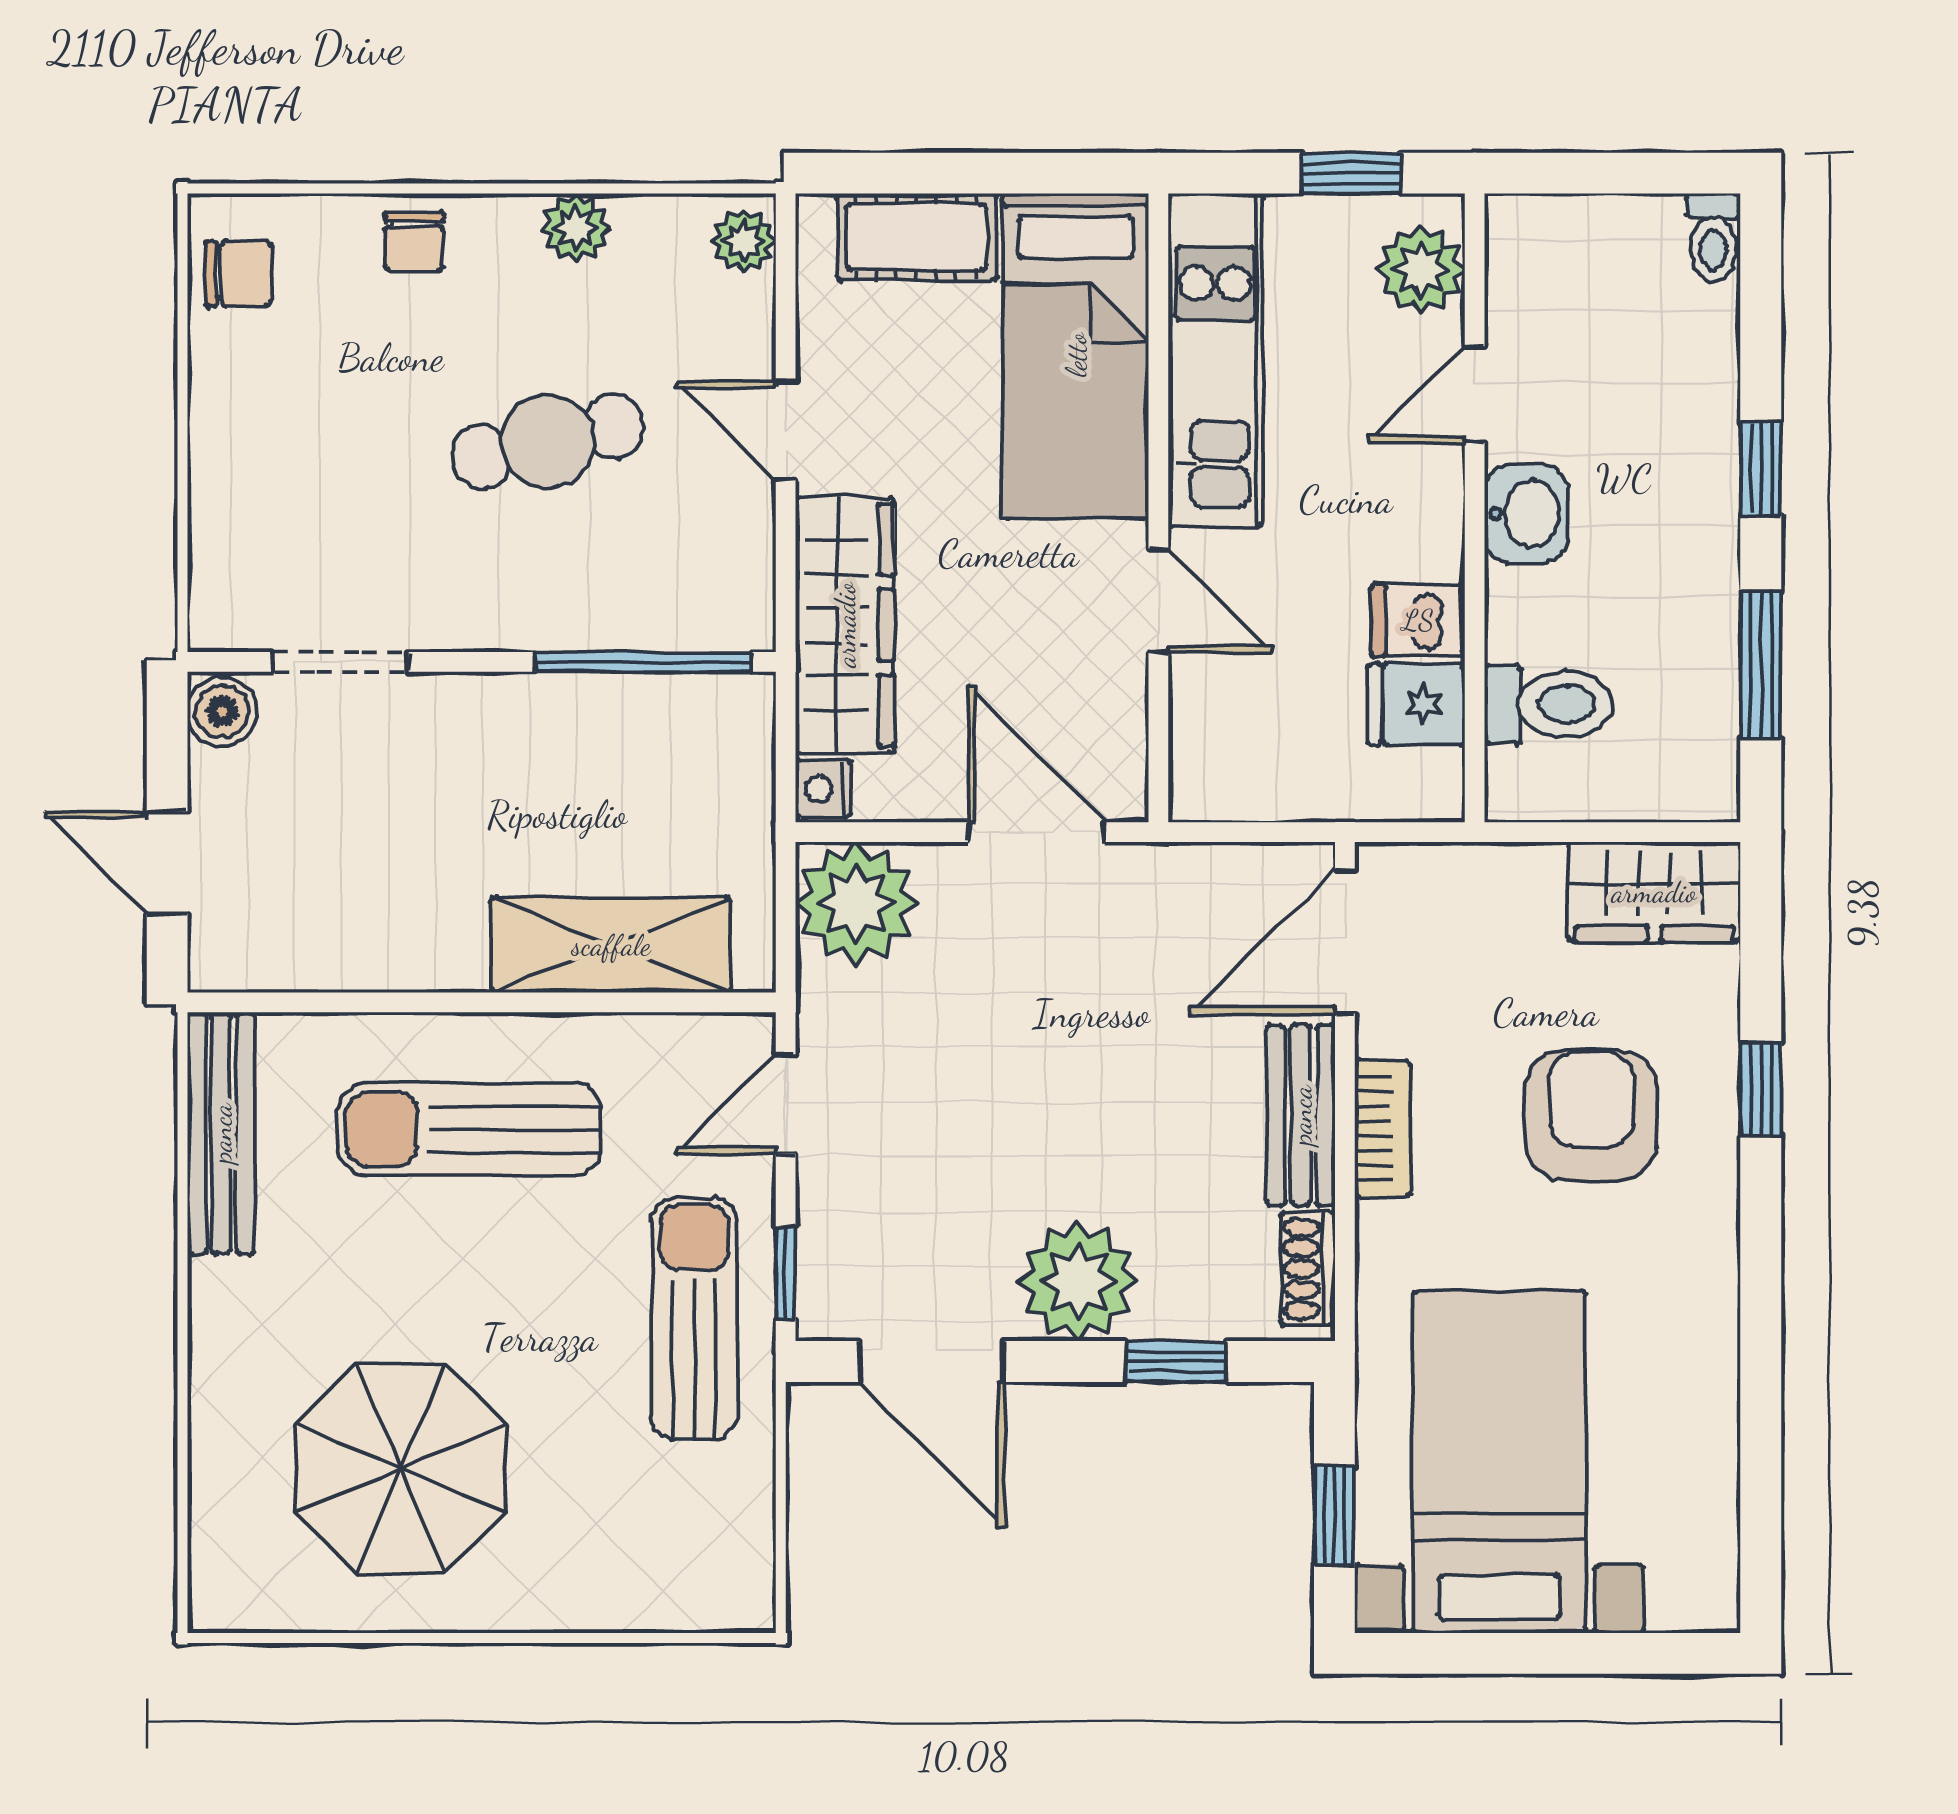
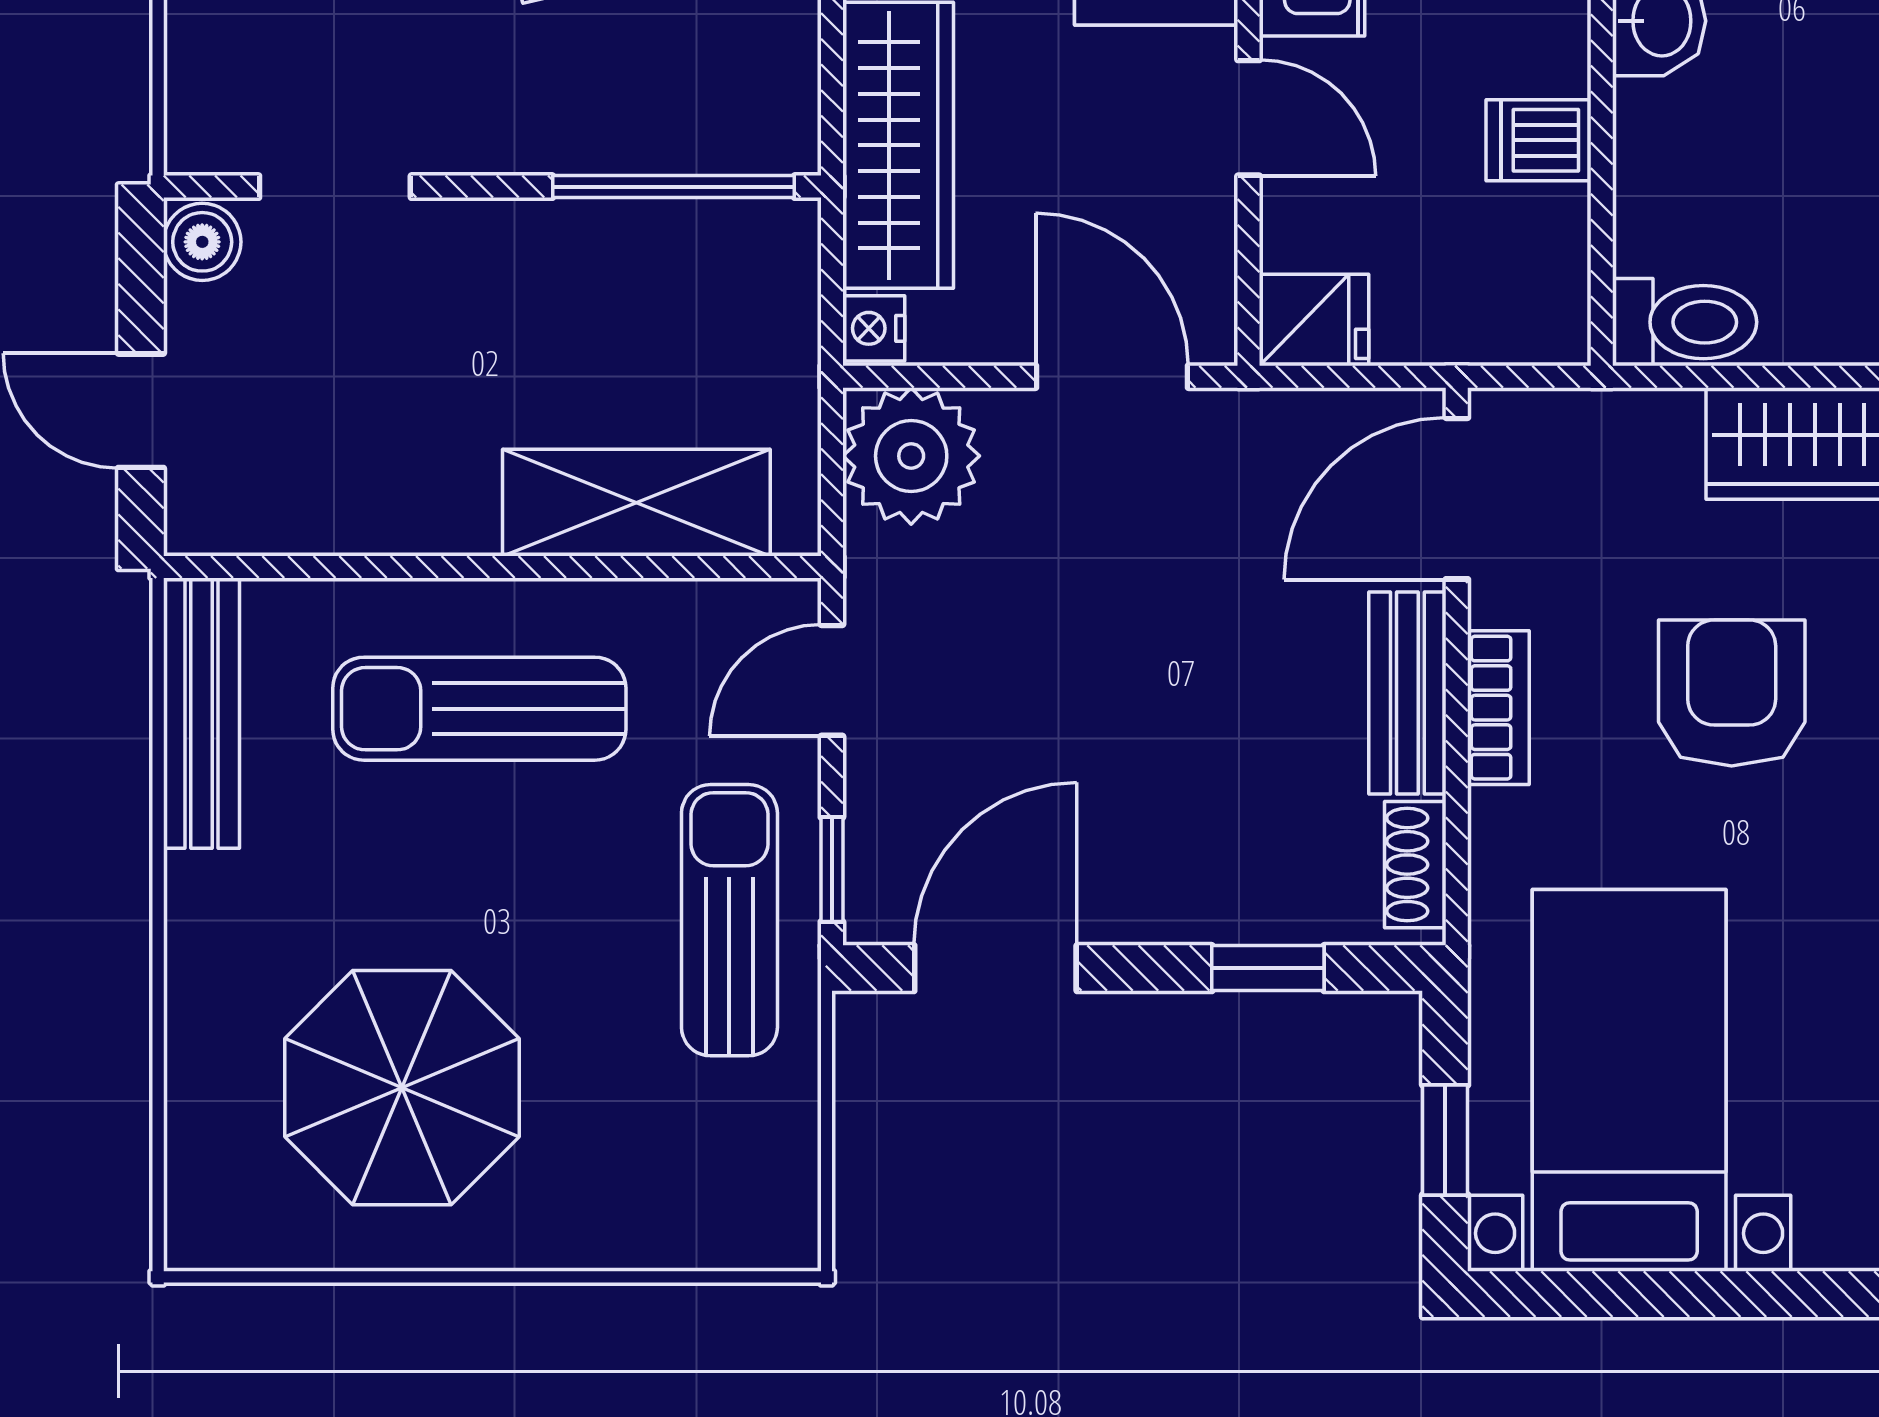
fridge: (1416, 704) -> (1314, 320), moved, turned 180
toilet: (1549, 704) -> (1685, 322), moved
plant: (1078, 1281) -> (1159, 879), removed
door: (932, 1361) -> (995, 968), swing flipped

